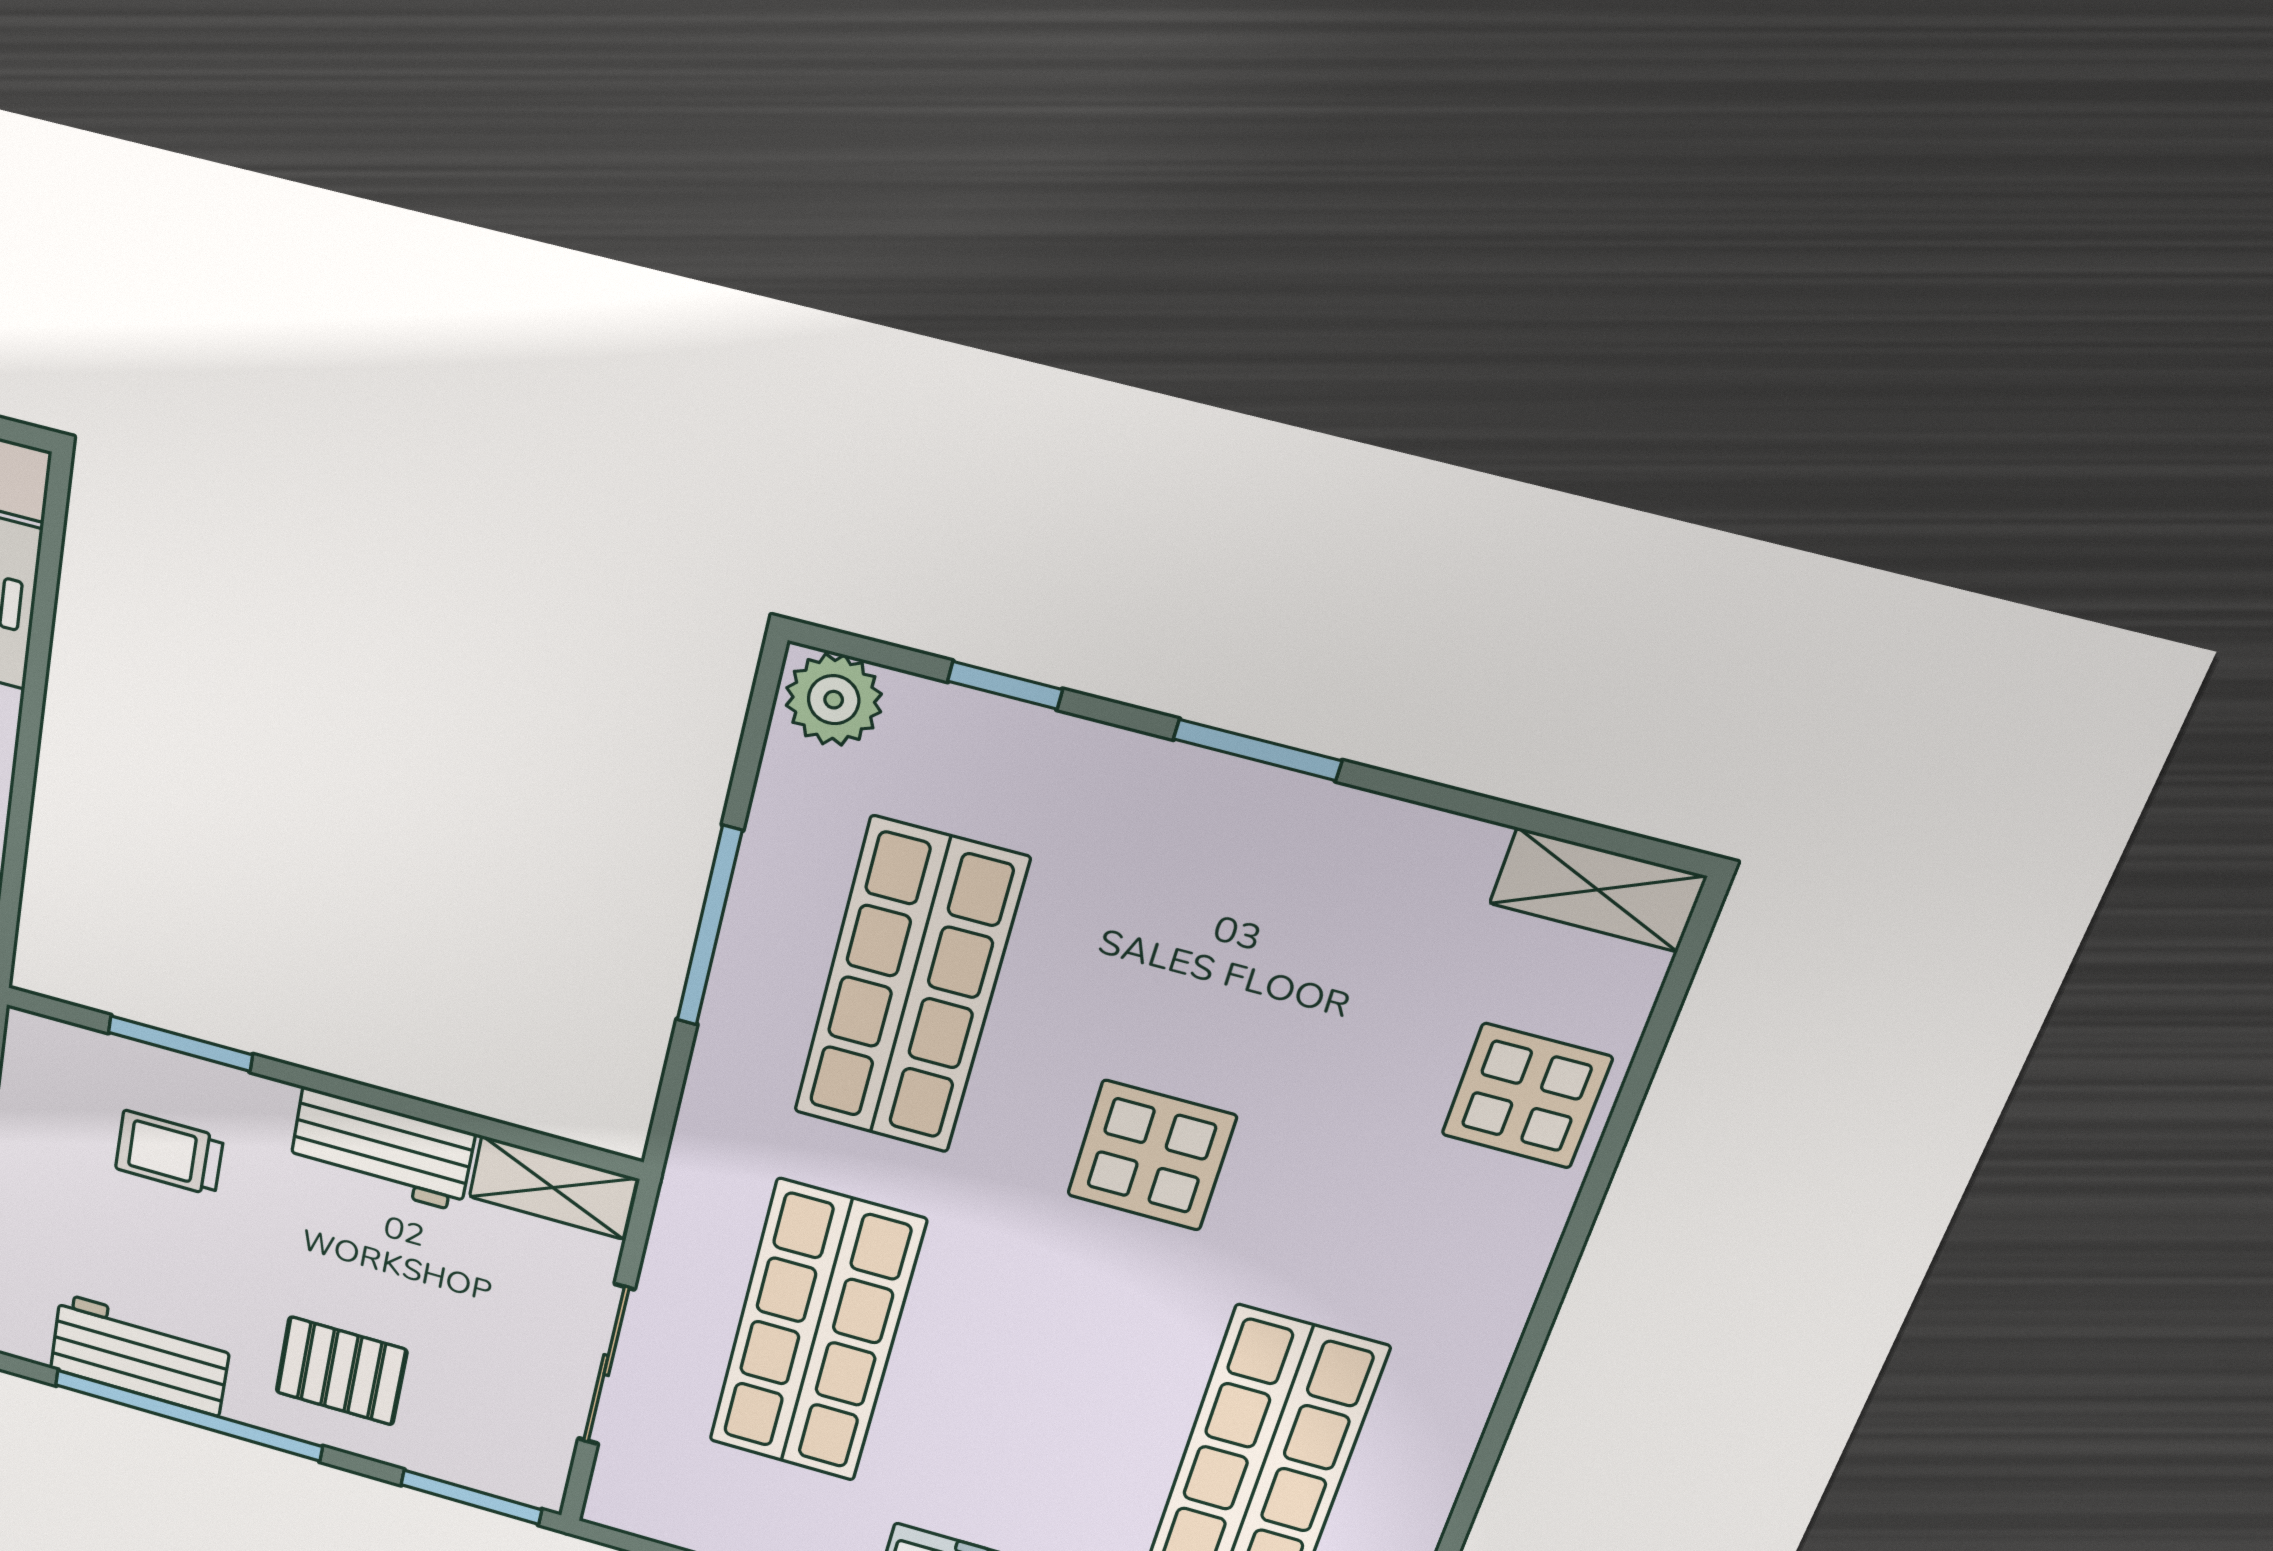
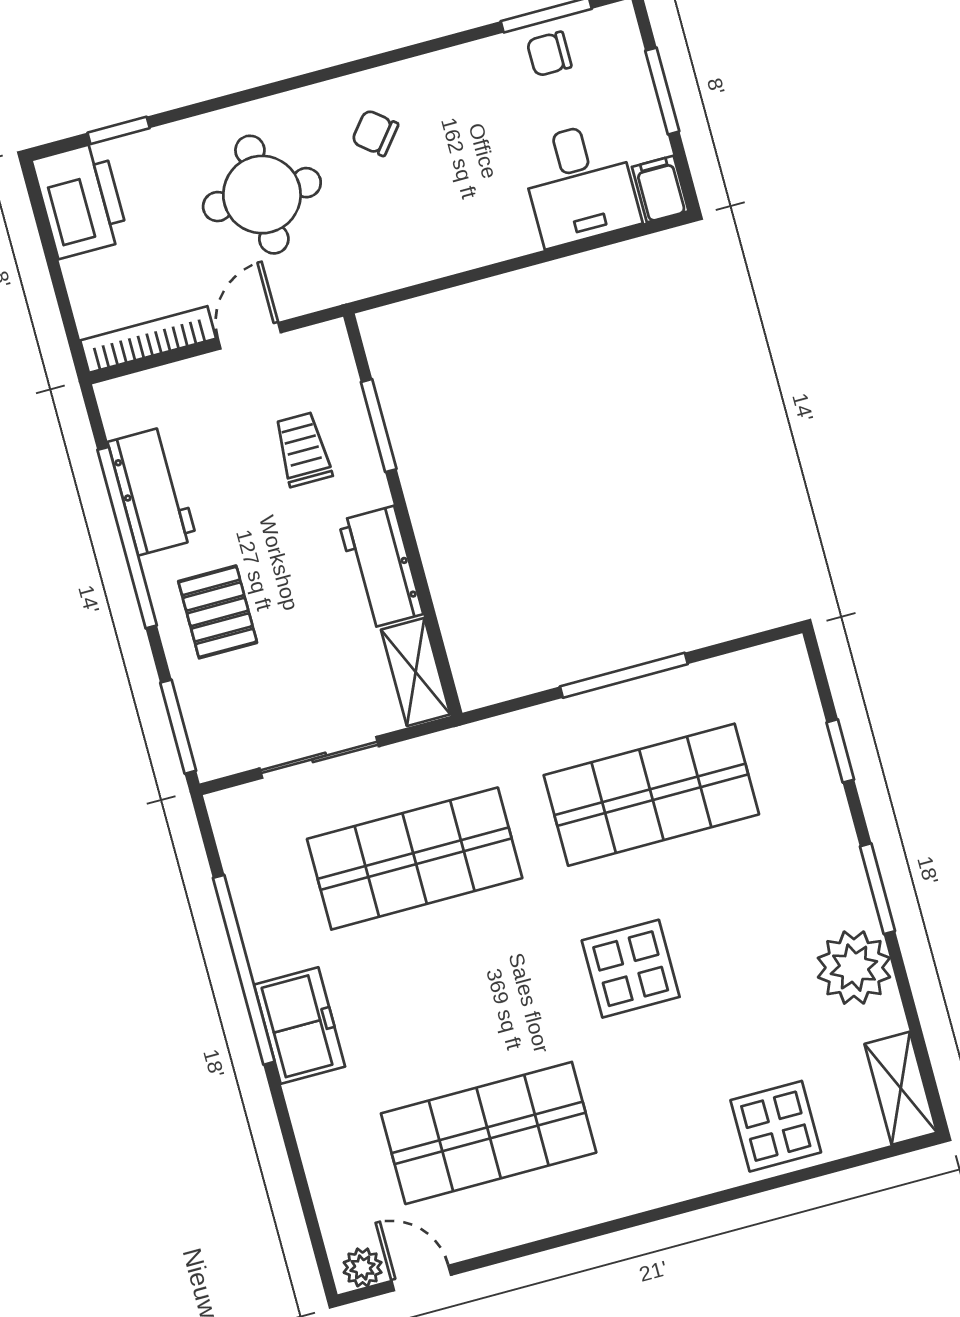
plant: (834, 700) -> (854, 968), moved, width x1.36, depth x1.36

